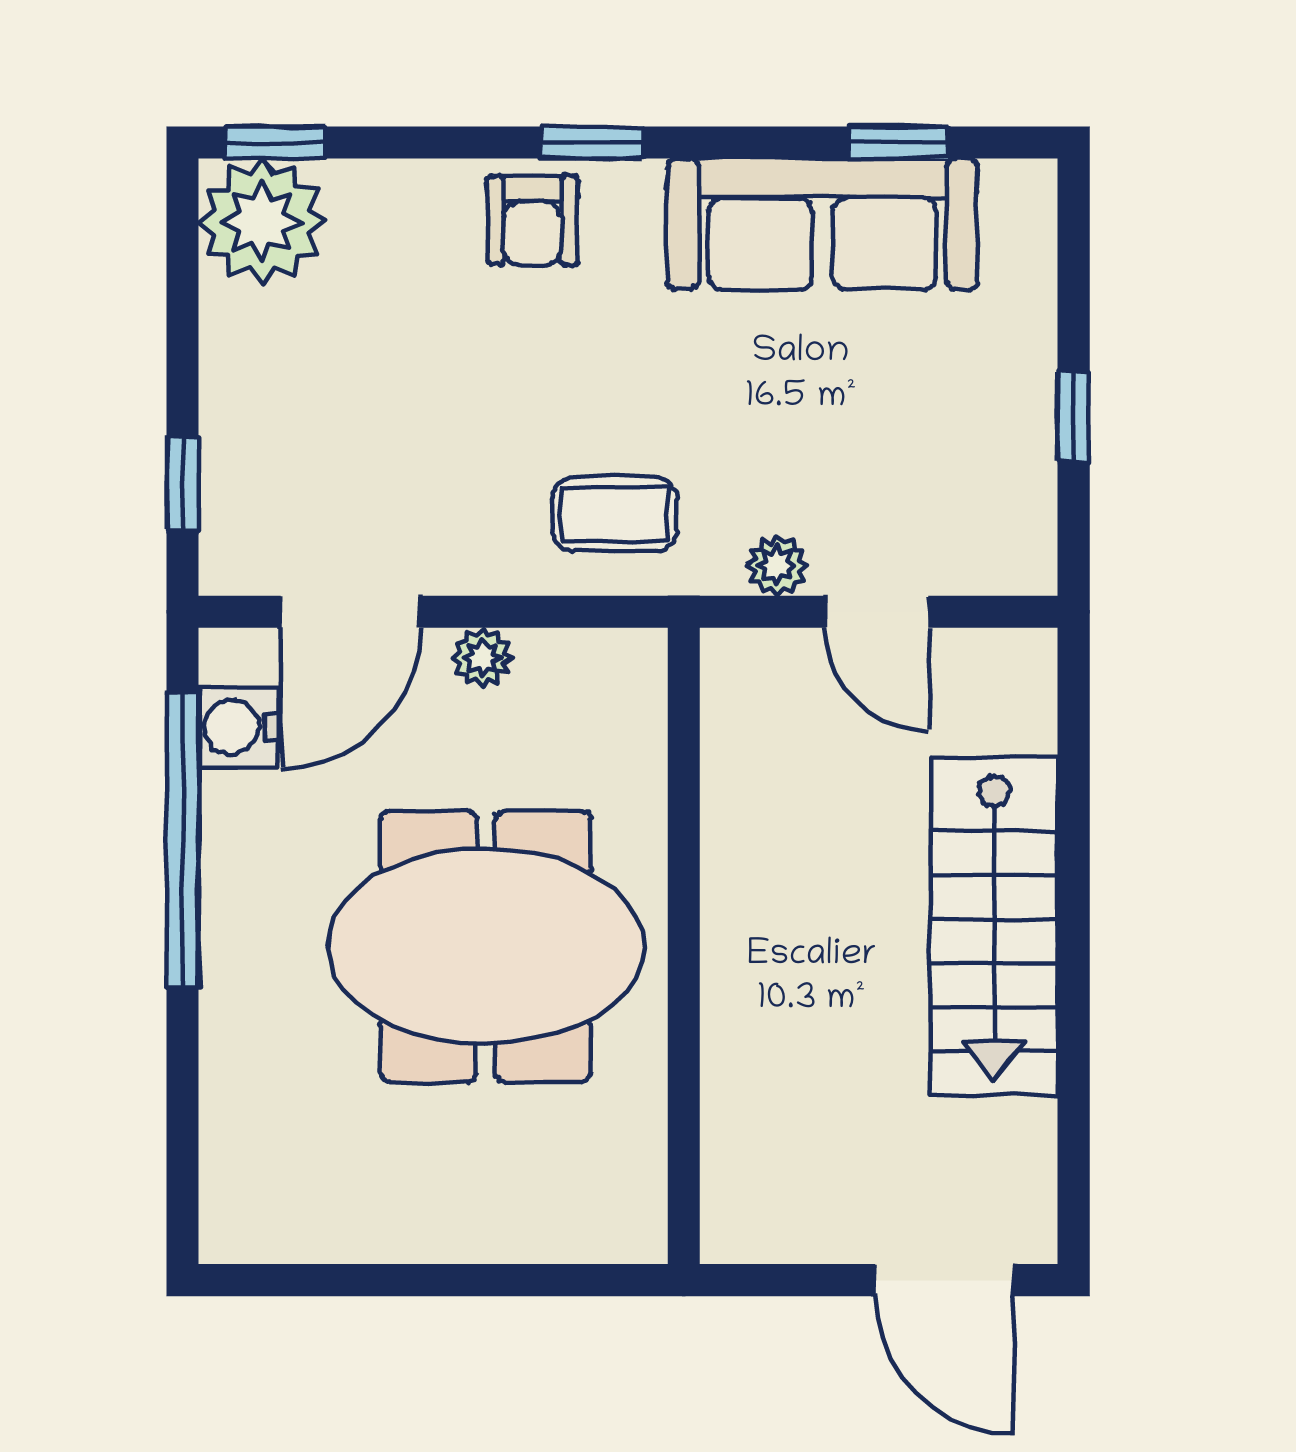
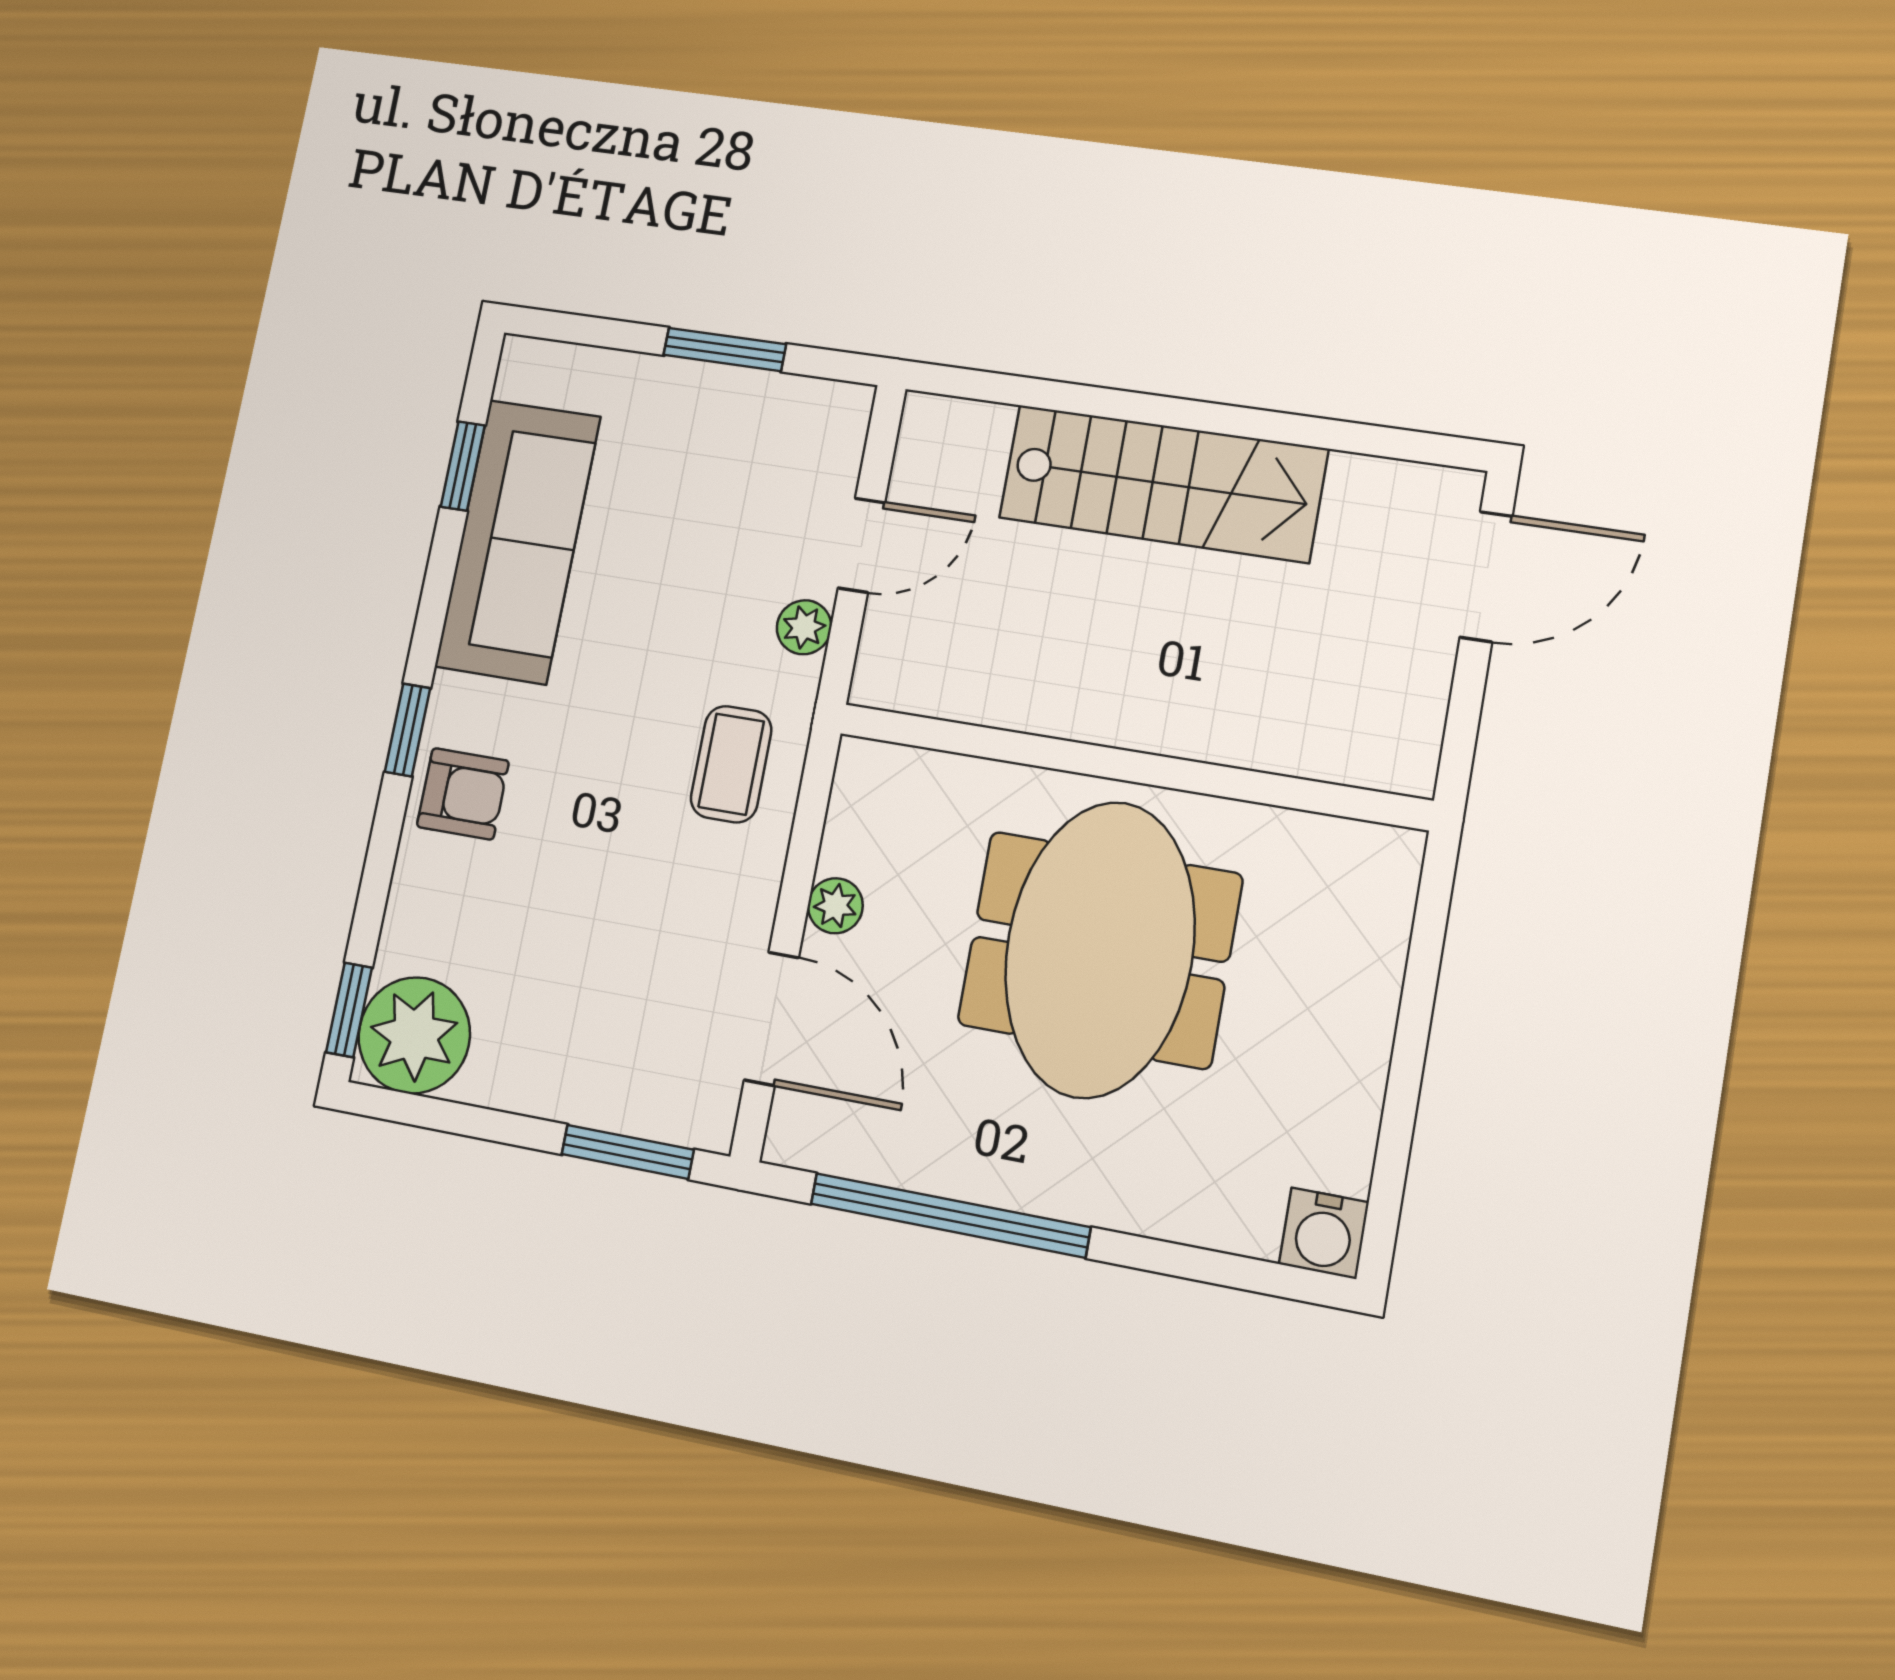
window: (1074, 416) -> (725, 350), width x1.50
window: (183, 484) -> (628, 1152), width x1.50
water cooler: (238, 727) -> (1324, 1233), moved

